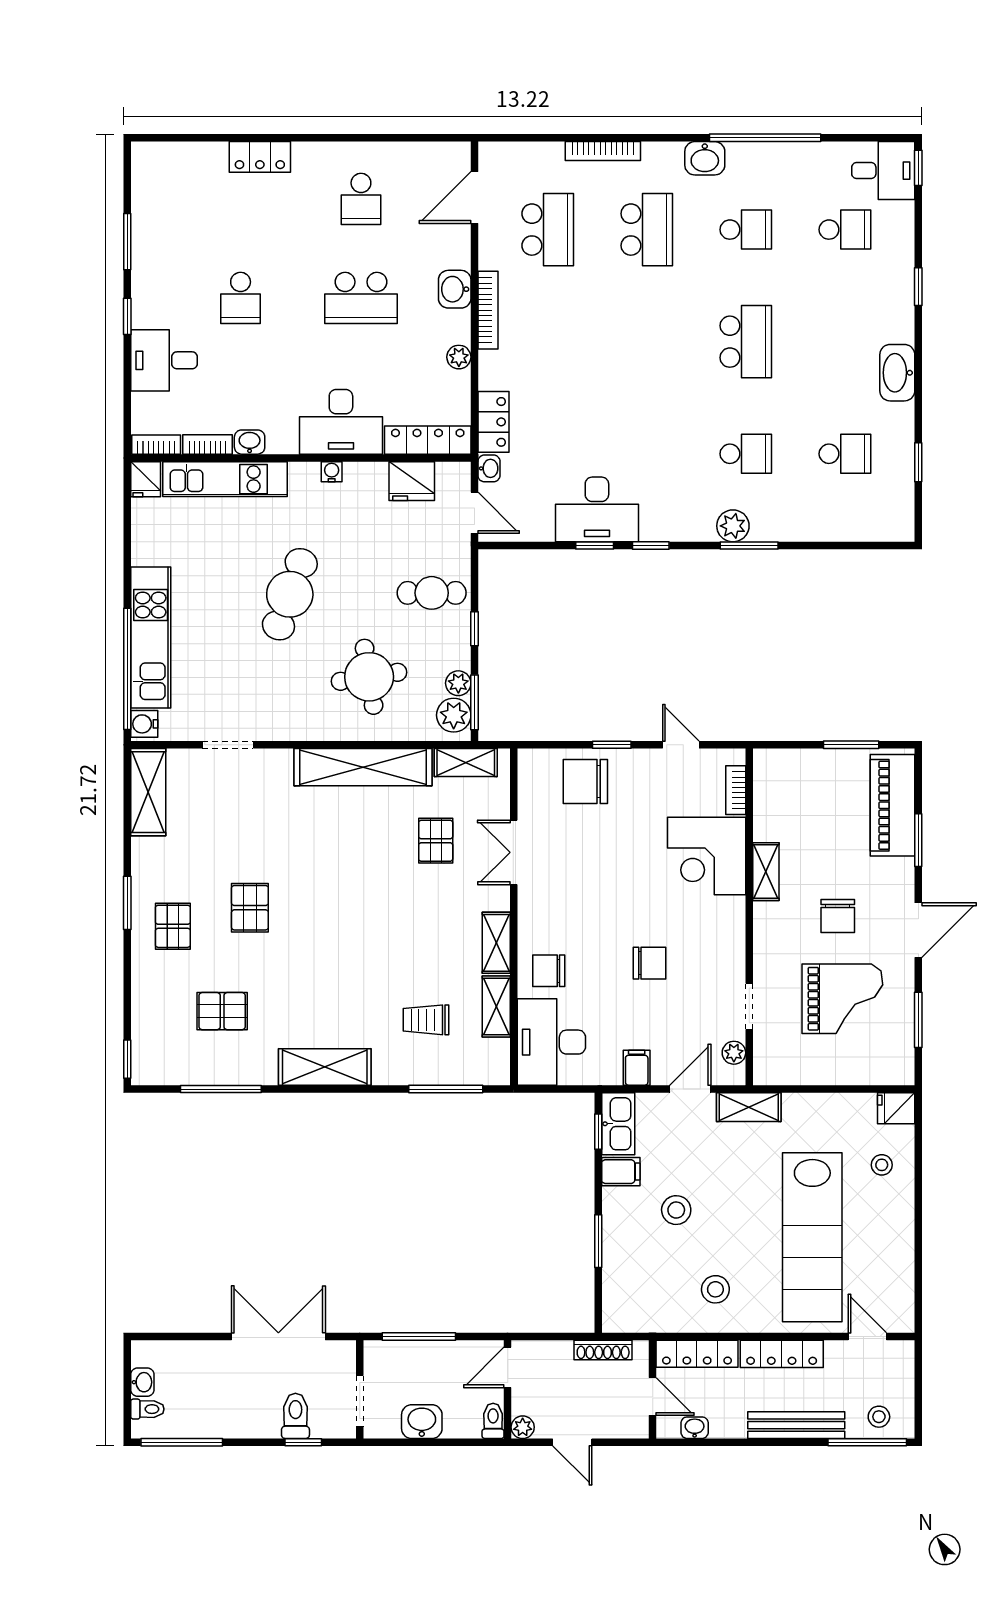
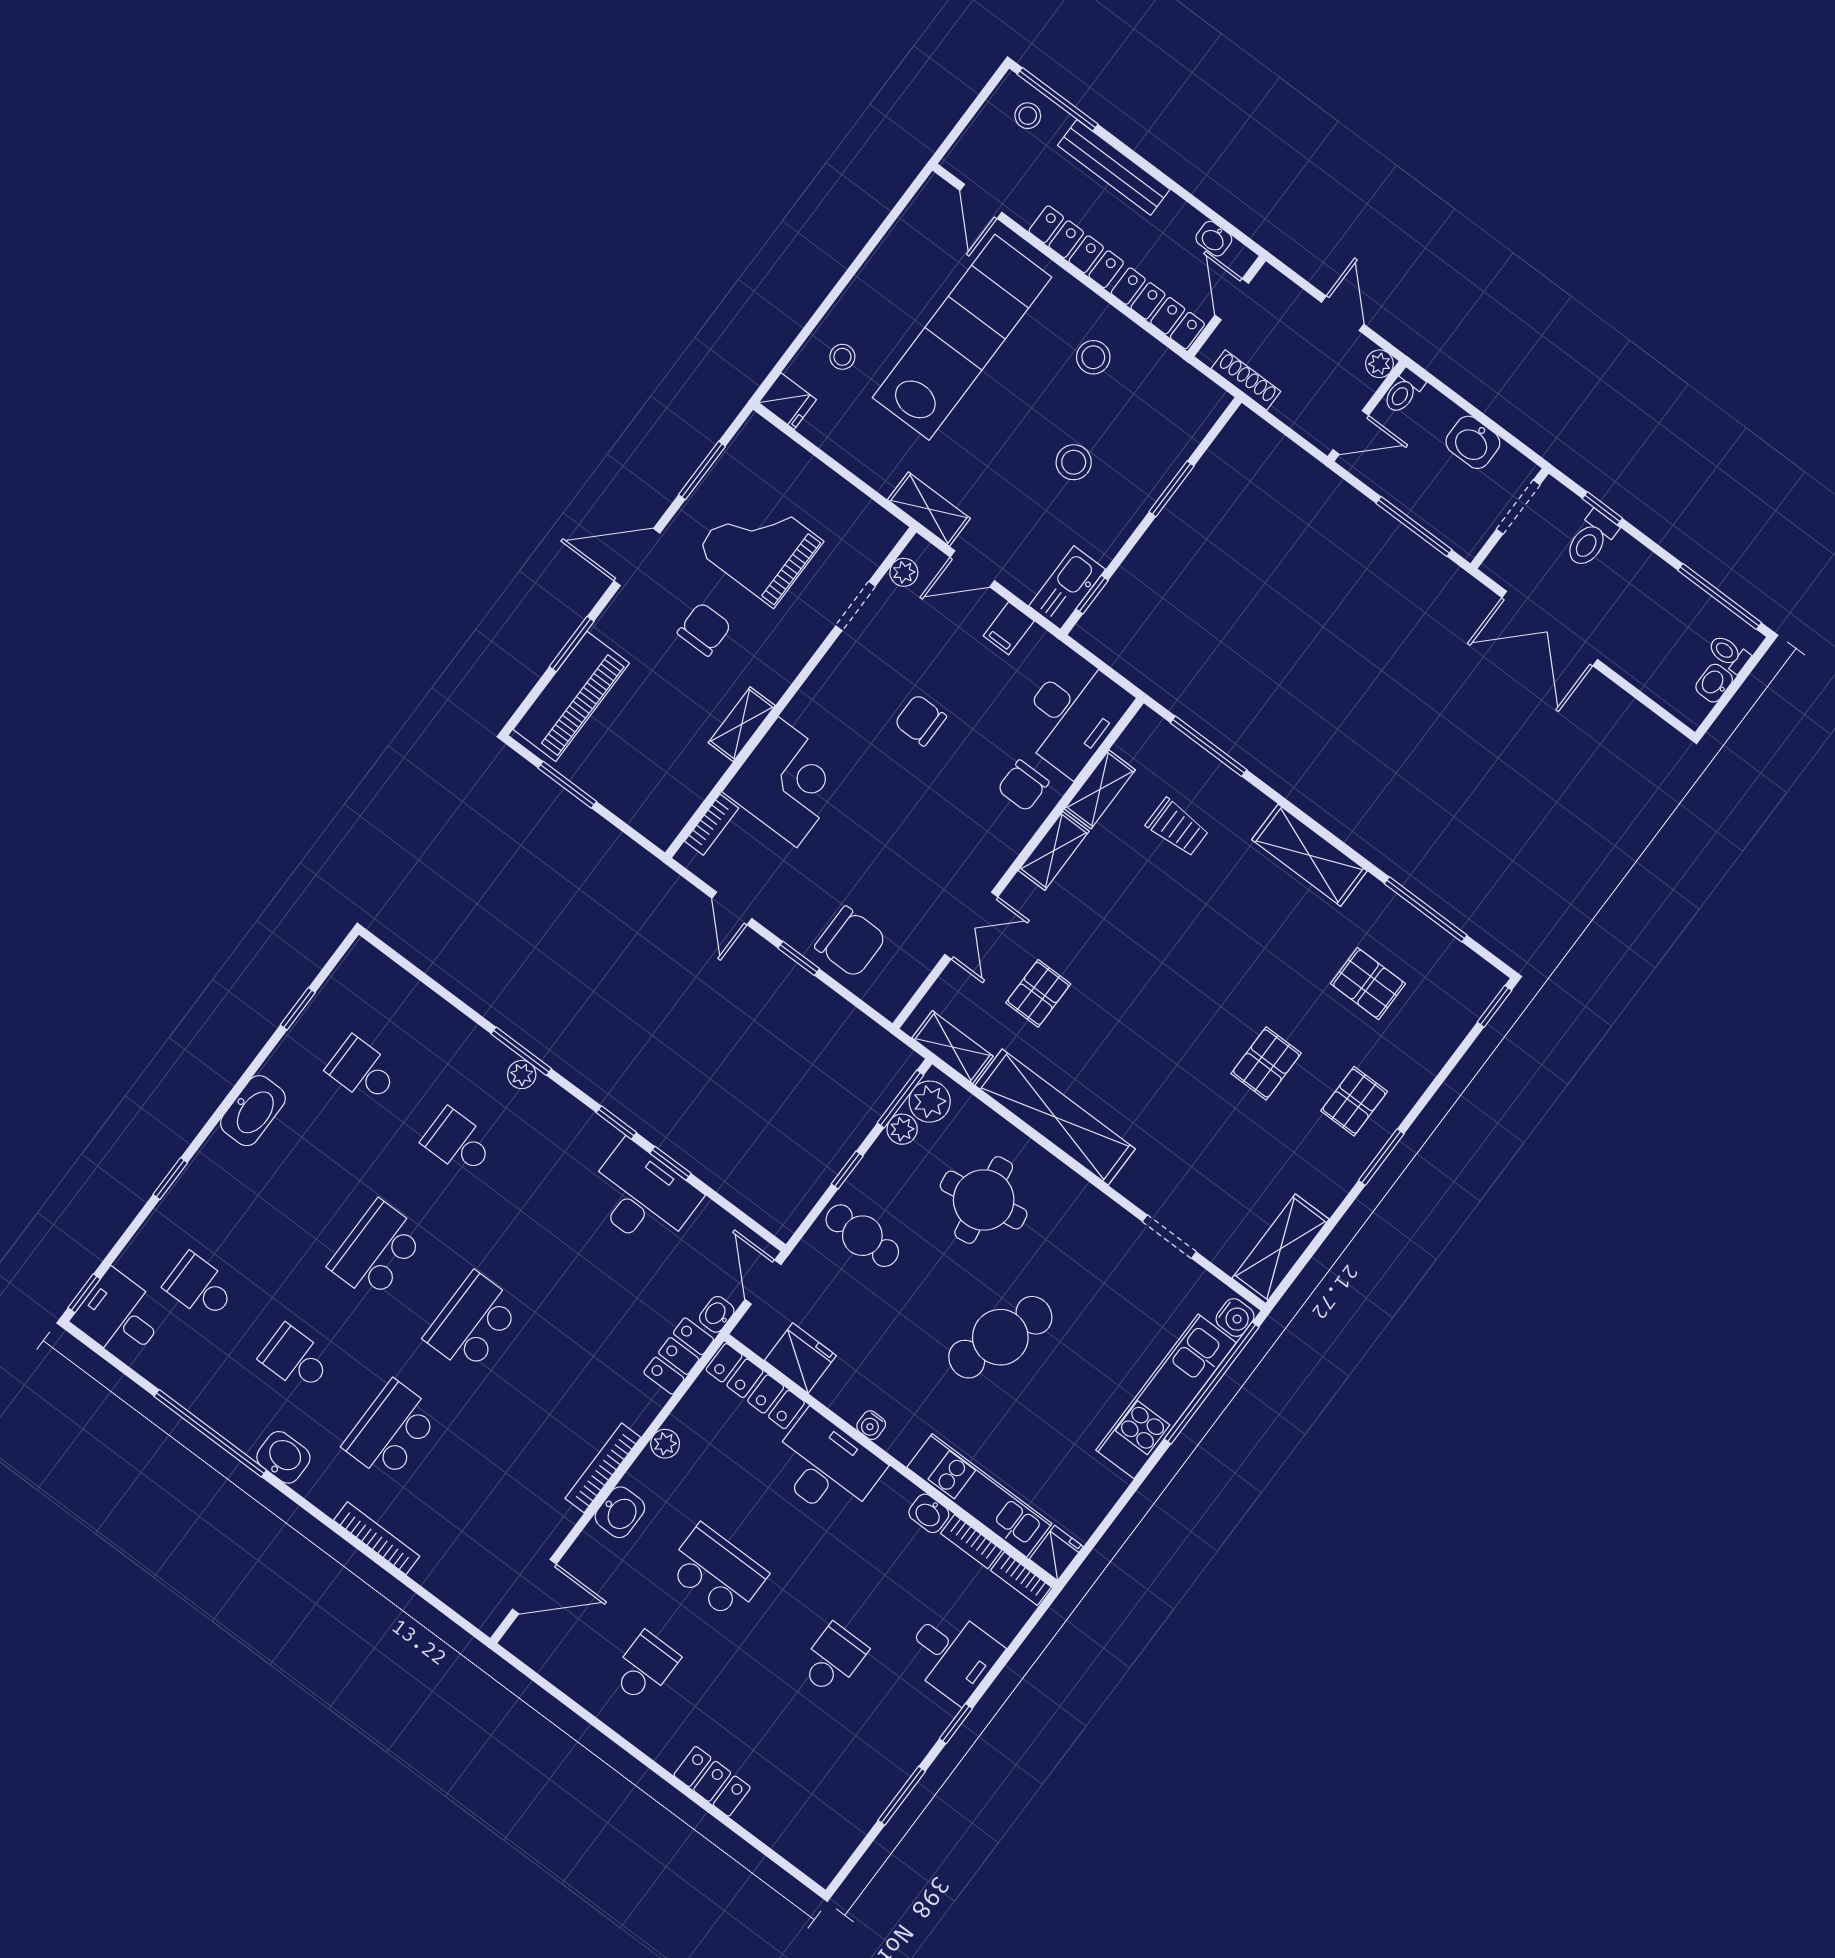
school desk: (548, 230) -> (472, 1322), moved
plant: (733, 526) -> (522, 1075), width x0.73, depth x0.73
chair: (549, 971) -> (1023, 786), turned 90
filing cabinet: (621, 1172) -> (1099, 539), removed

